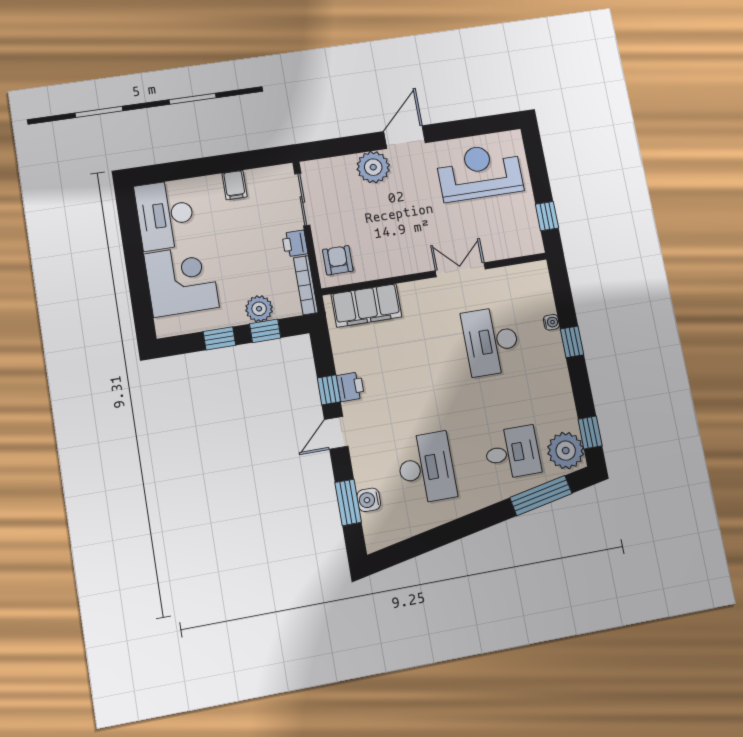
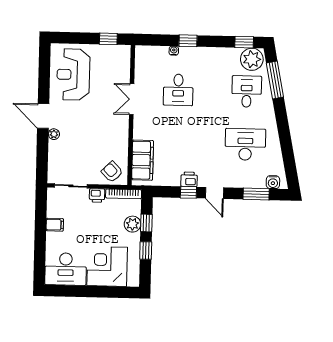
plant: (373, 167) -> (54, 134), width x0.53, depth x0.53
armchair: (338, 260) -> (112, 172), turned 46
desk: (491, 341) -> (178, 90), width x0.73
water cooler: (369, 500) -> (273, 182), moved

